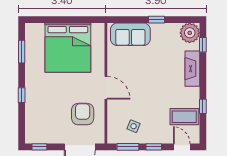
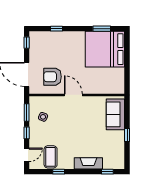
plant: (190, 33) -> (117, 161), removed
bed: (68, 48) -> (105, 49), moved
door: (106, 88) -> (73, 95), swing flipped
window: (22, 95) -> (56, 29), moved
armchair: (83, 114) -> (53, 77), turned 180

